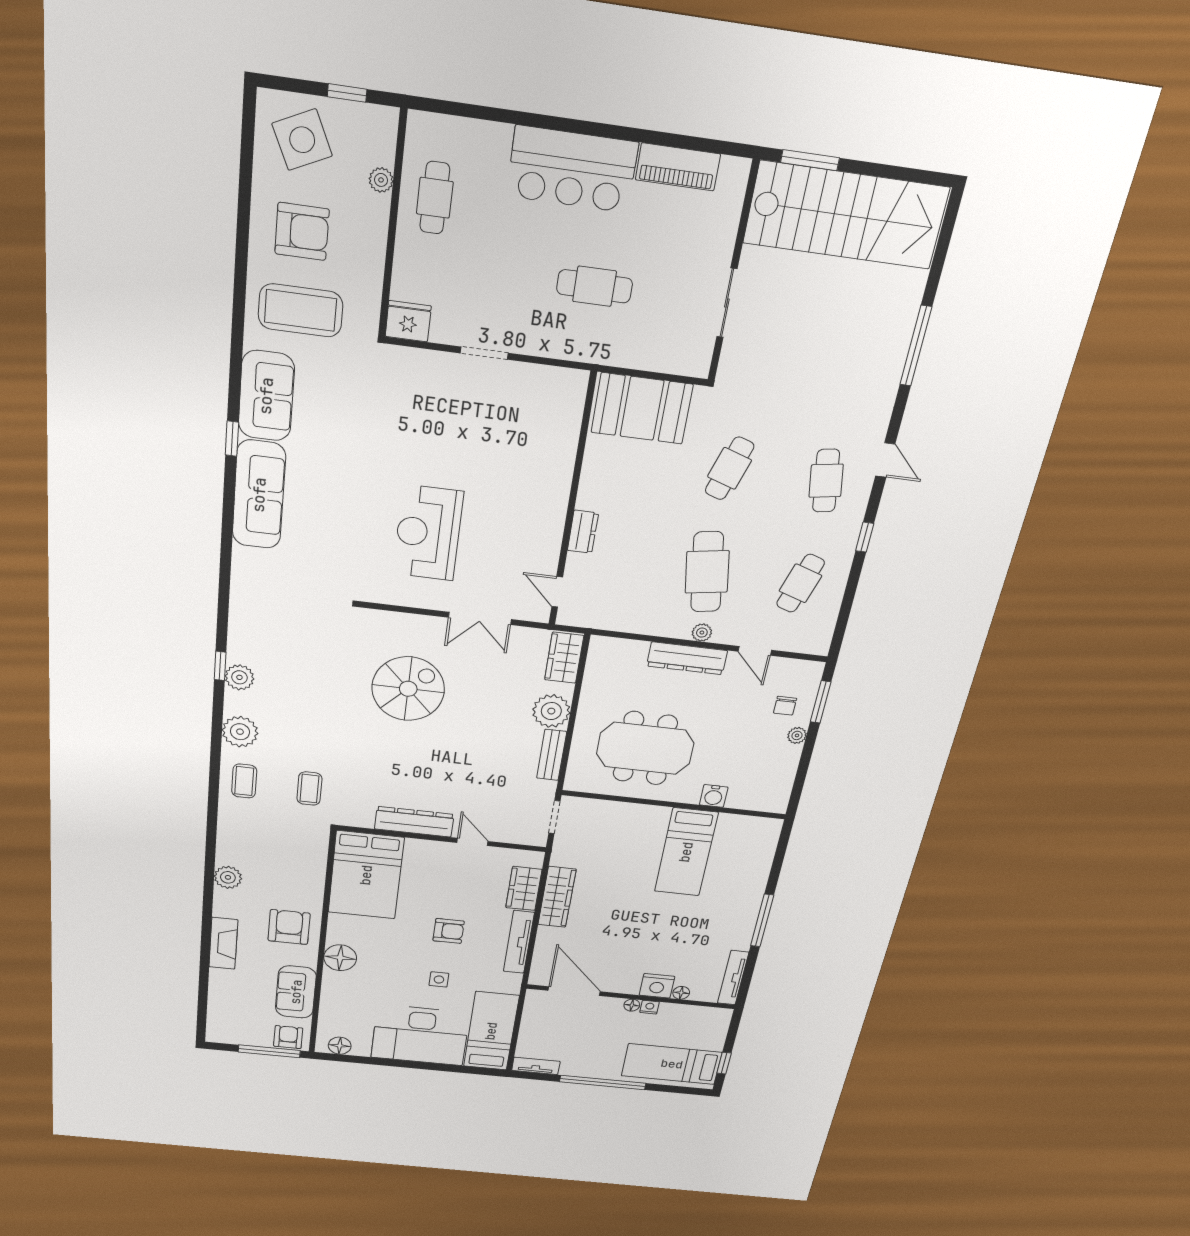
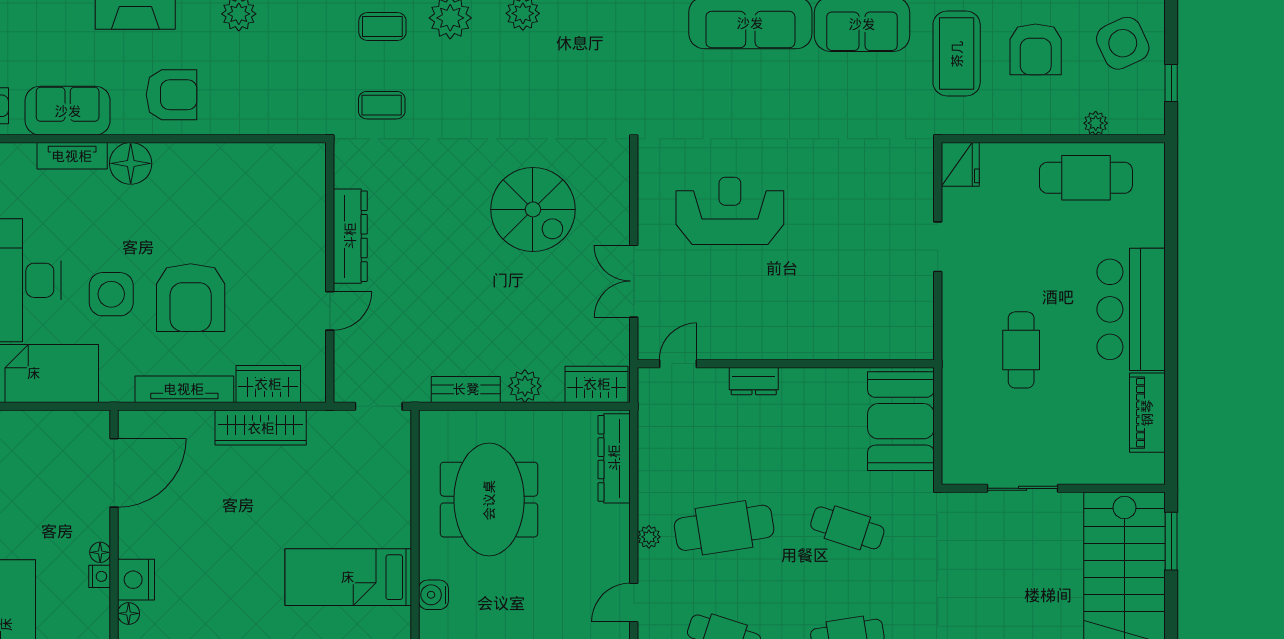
cafe table: (435, 198) -> (1086, 178), width x1.37, depth x1.35
dresser: (687, 658) -> (614, 458), moved
plant: (551, 711) -> (525, 386), width x0.73, depth x0.73
bed: (366, 875) -> (264, 185), removed
armchair: (449, 931) -> (191, 298), width x1.88, depth x1.88
side table: (439, 979) -> (111, 294), width x1.87, depth x1.87
tv unit: (331, 993) -> (72, 156), added

